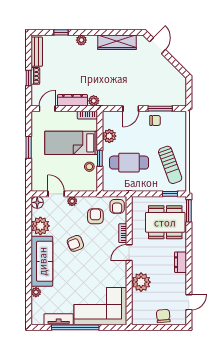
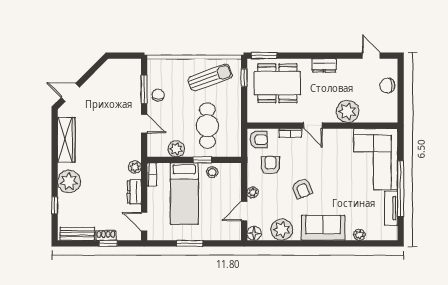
plant: (81, 40) -> (69, 182), width x1.88, depth x1.88
dresser: (72, 100) -> (134, 192), width x0.70
armchair: (95, 216) -> (270, 165), turned 90
dining table: (165, 222) -> (277, 83), turned 90
sofa: (42, 261) -> (323, 228), width x0.73

